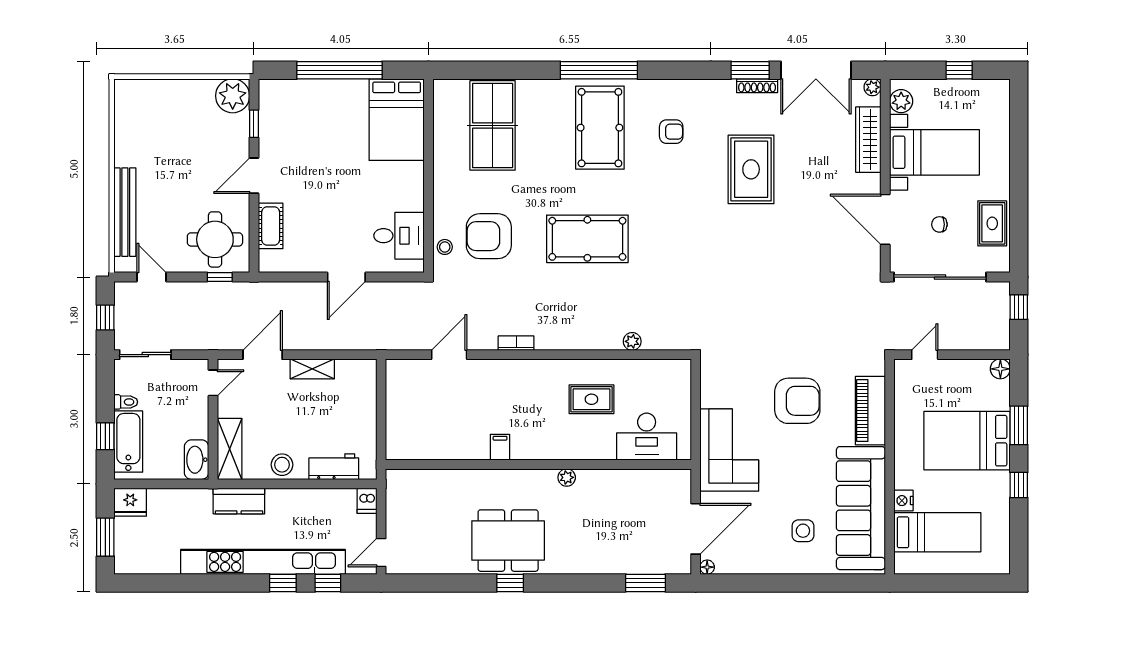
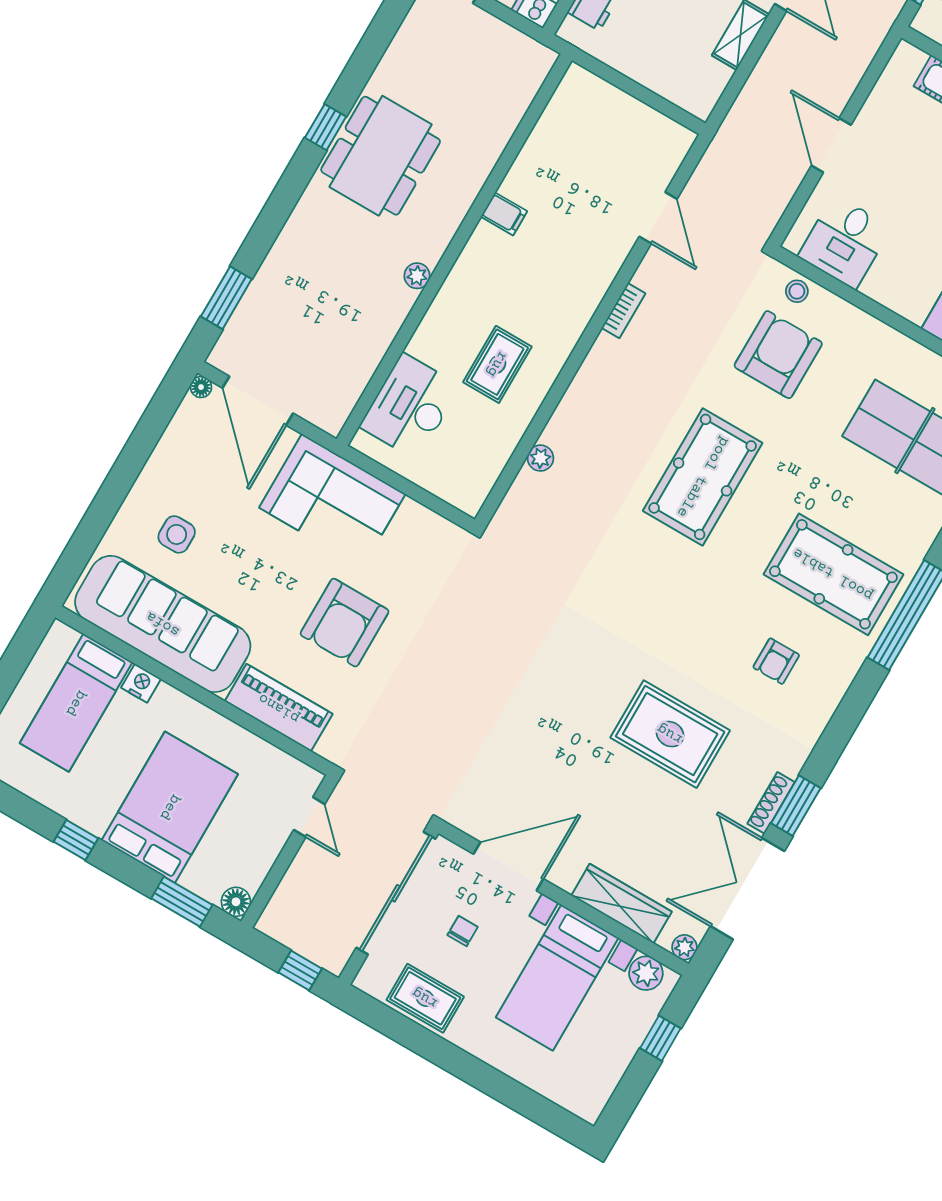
window: (959, 70) -> (660, 1038), moved
window: (1019, 425) -> (182, 902), moved

